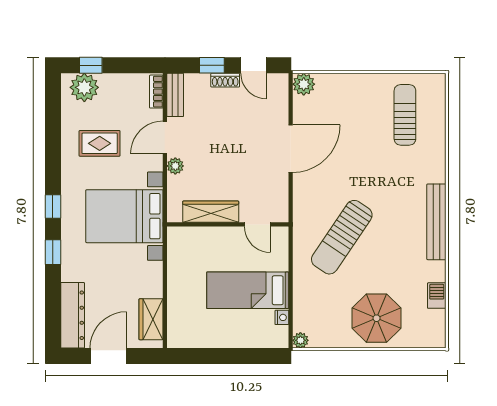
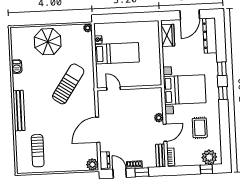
dresser: (280, 91) -> (105, 160), added
rug: (100, 143) -> (200, 128), turned 90
wardrobe: (211, 212) -> (139, 94), removed
bench: (436, 222) -> (19, 111), moved
barbecue: (437, 296) -> (17, 67), moved

